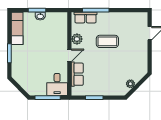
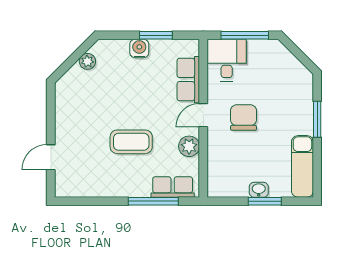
chair: (48, 54) -> (244, 117), added
water cooler: (103, 91) -> (139, 48), added

